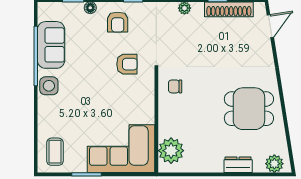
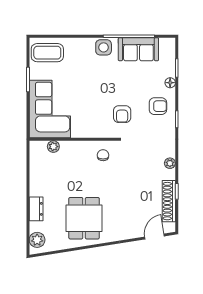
armchair: (118, 22) -> (158, 106), turned 180
door: (270, 26) -> (155, 236), swing flipped
plant: (171, 151) -> (53, 147), width x0.53, depth x0.53
coffee table: (55, 152) -> (47, 53), width x1.36, depth x1.30

